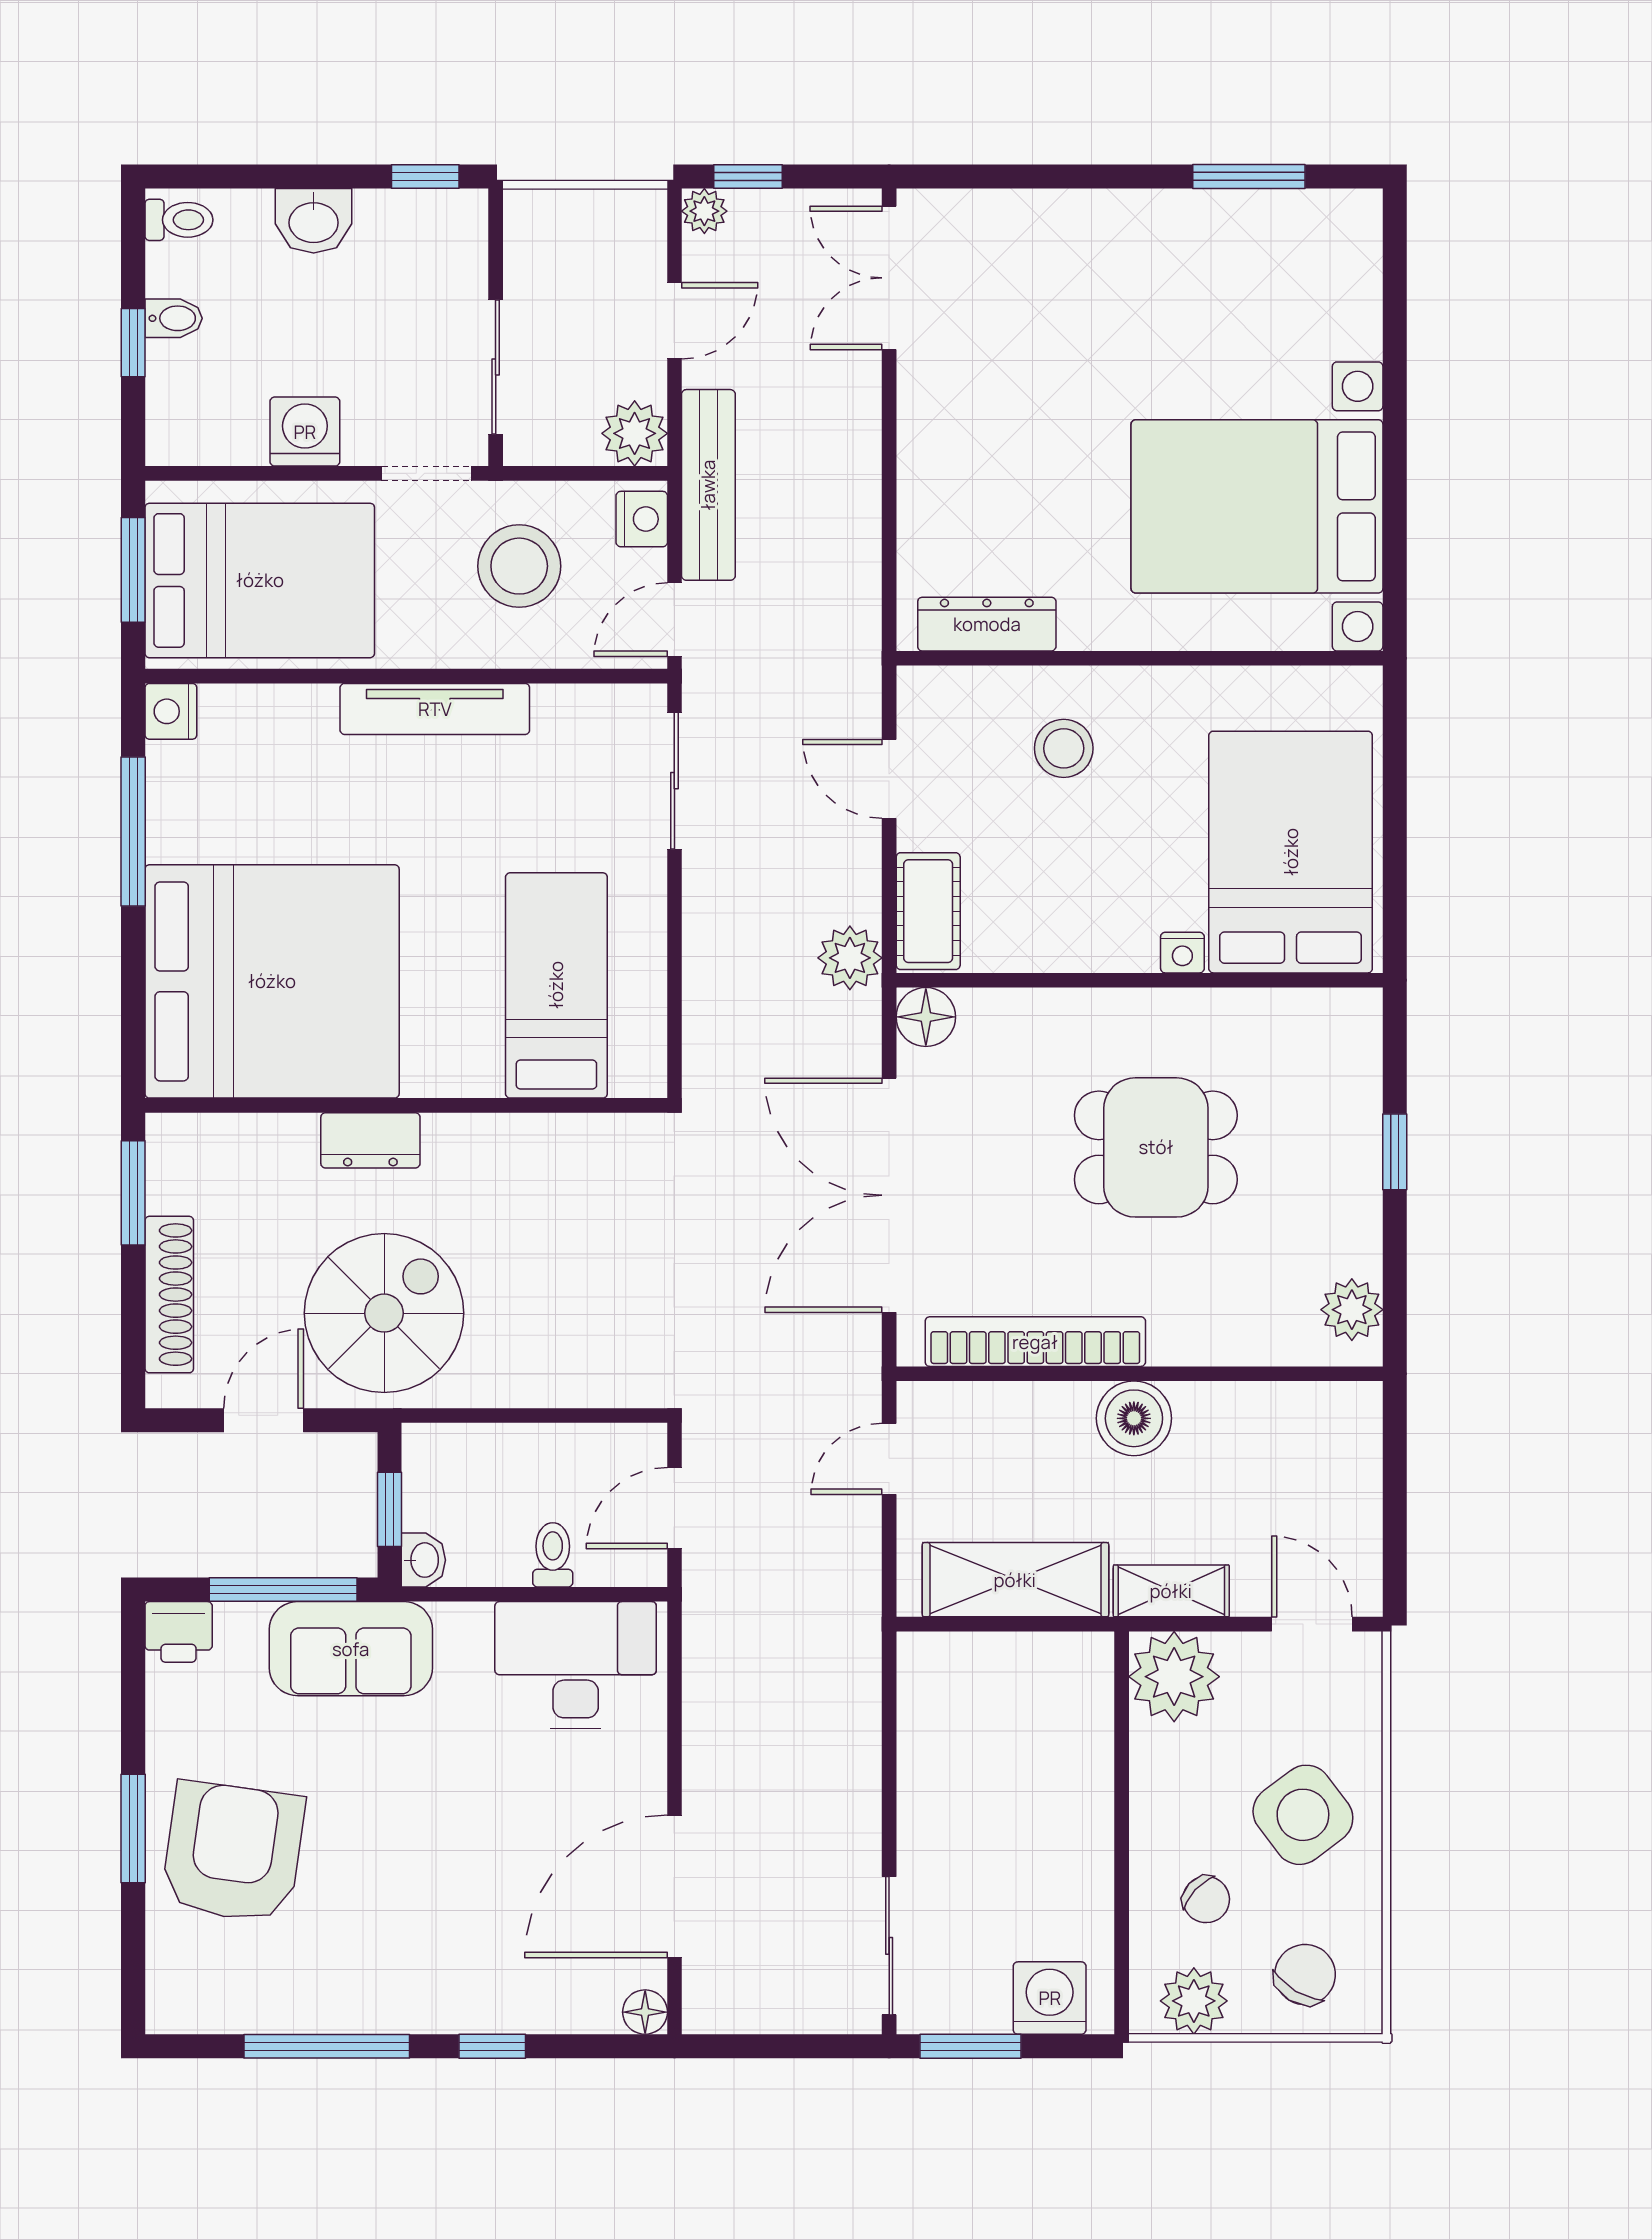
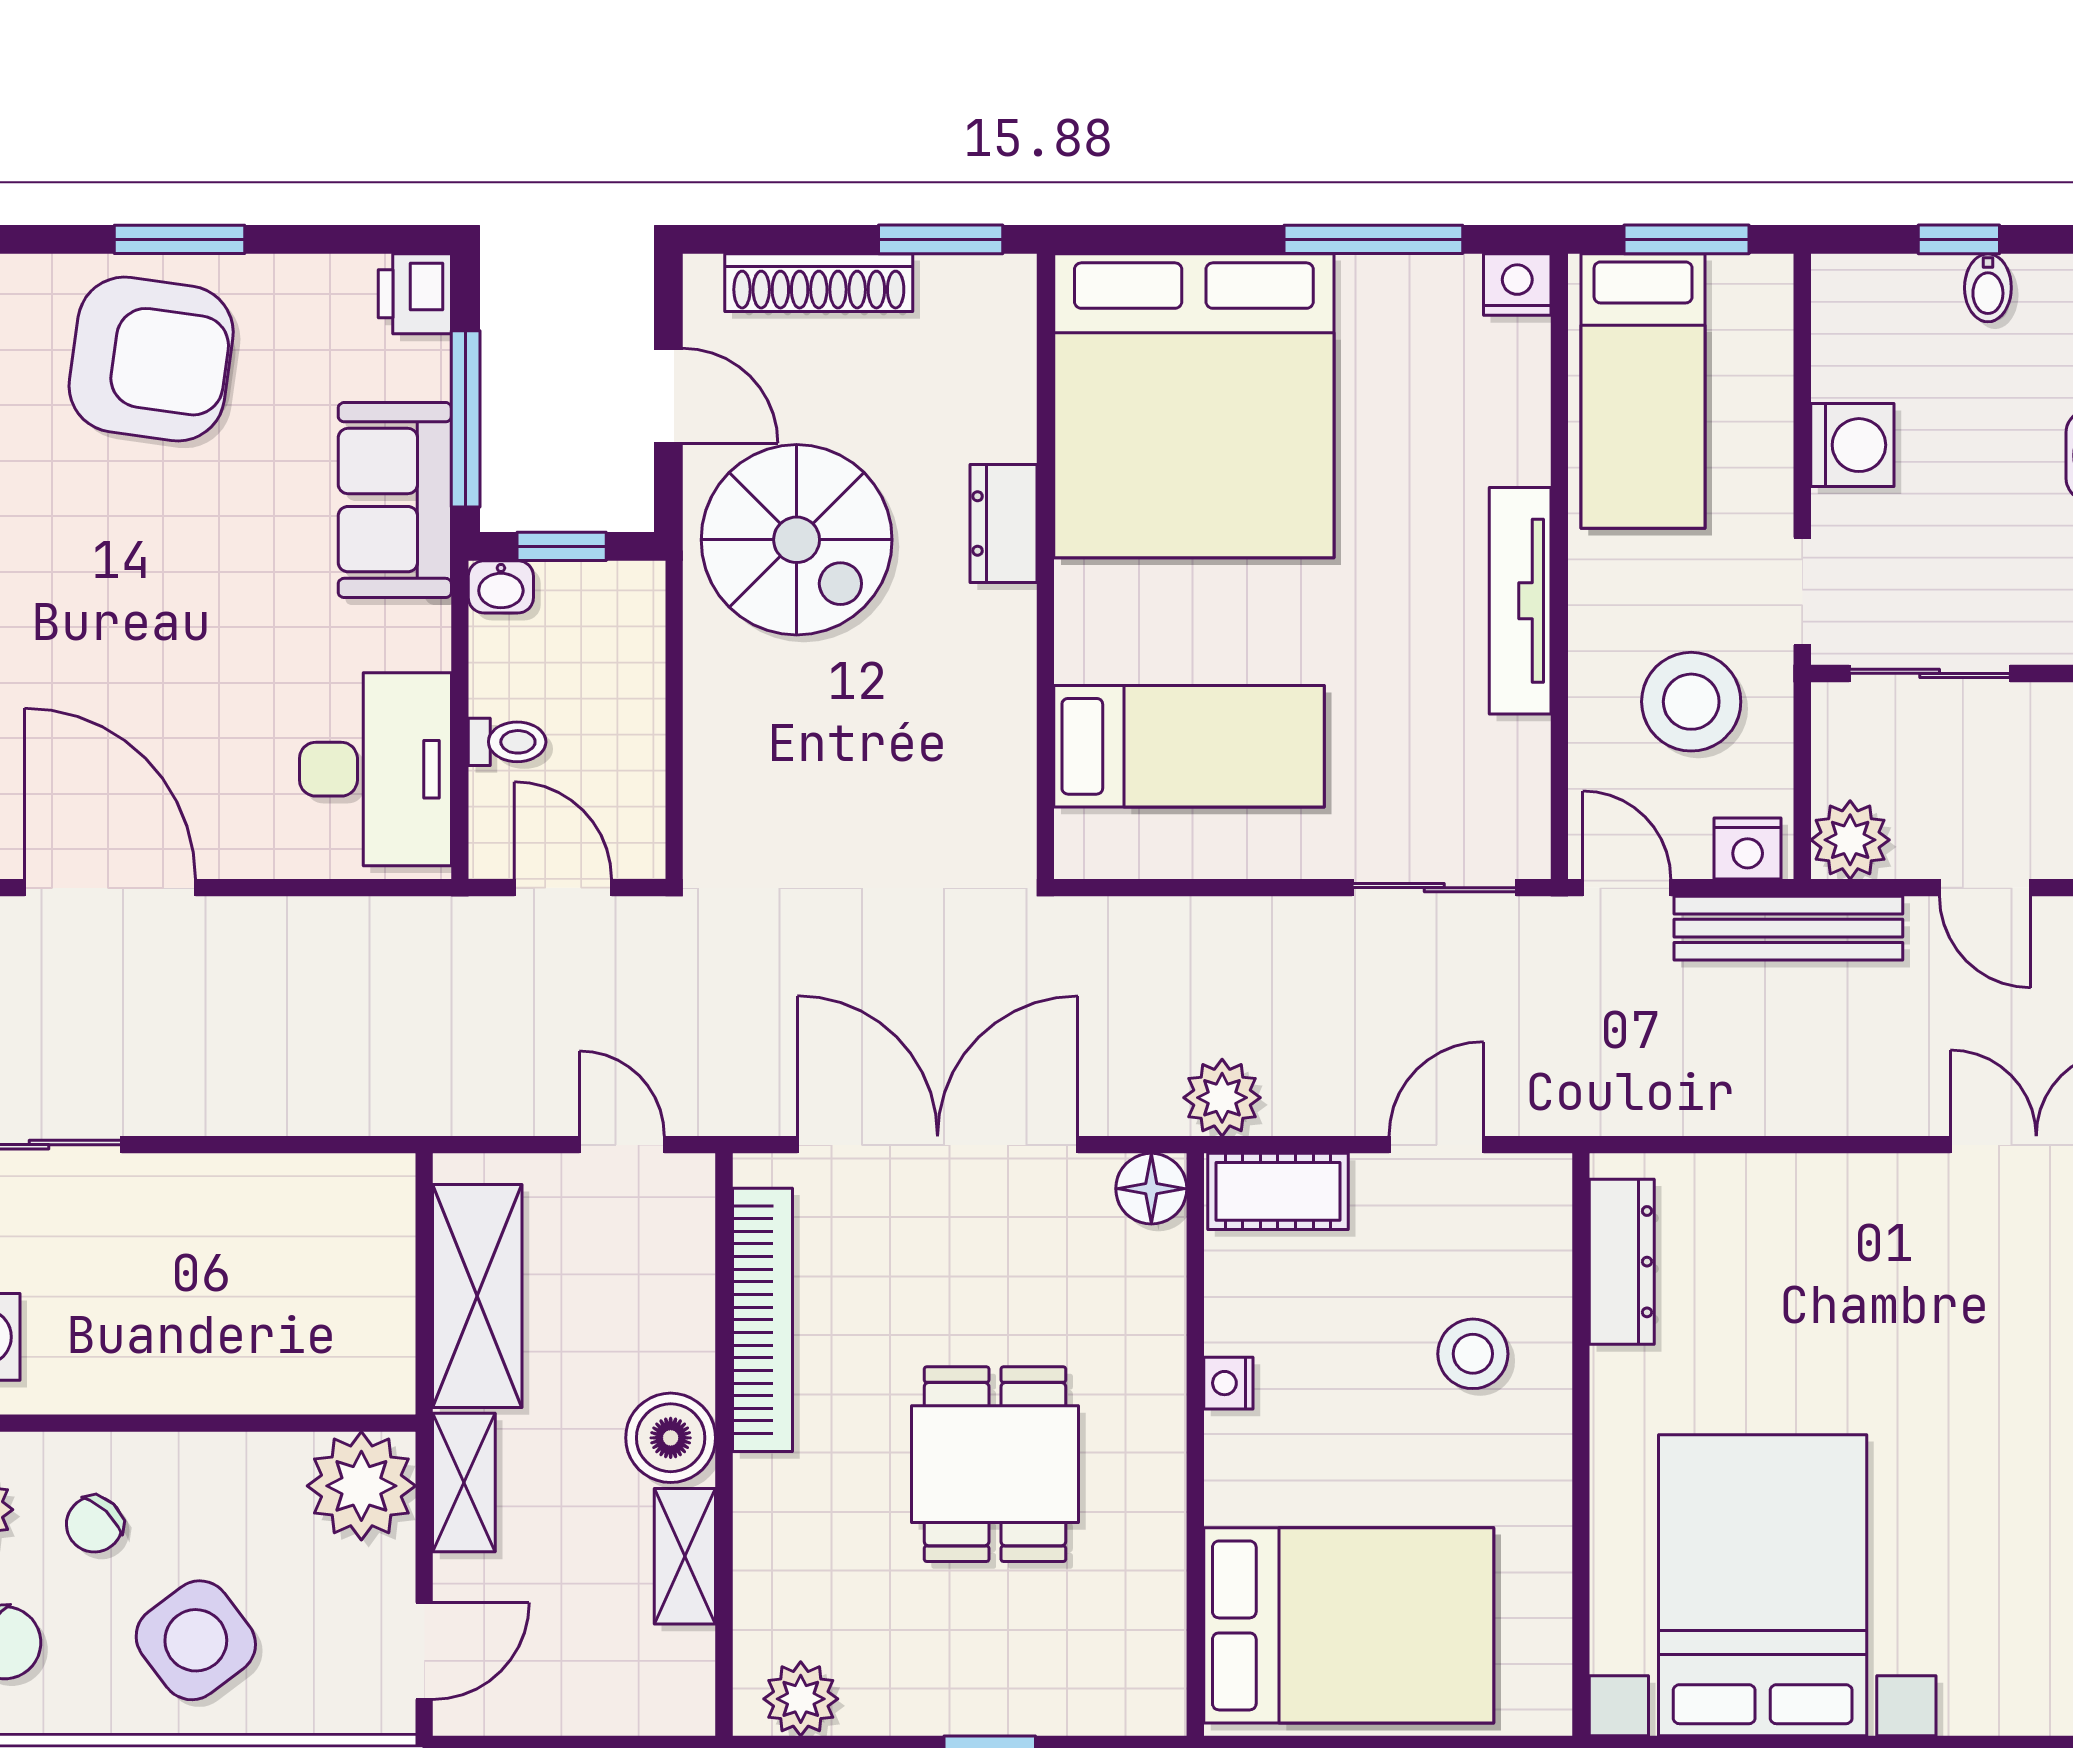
bed: (260, 580) -> (1643, 391), width x0.67
nightstand: (1182, 953) -> (1228, 1383), moved
shelving: (1233, 1406) -> (685, 1556), added

